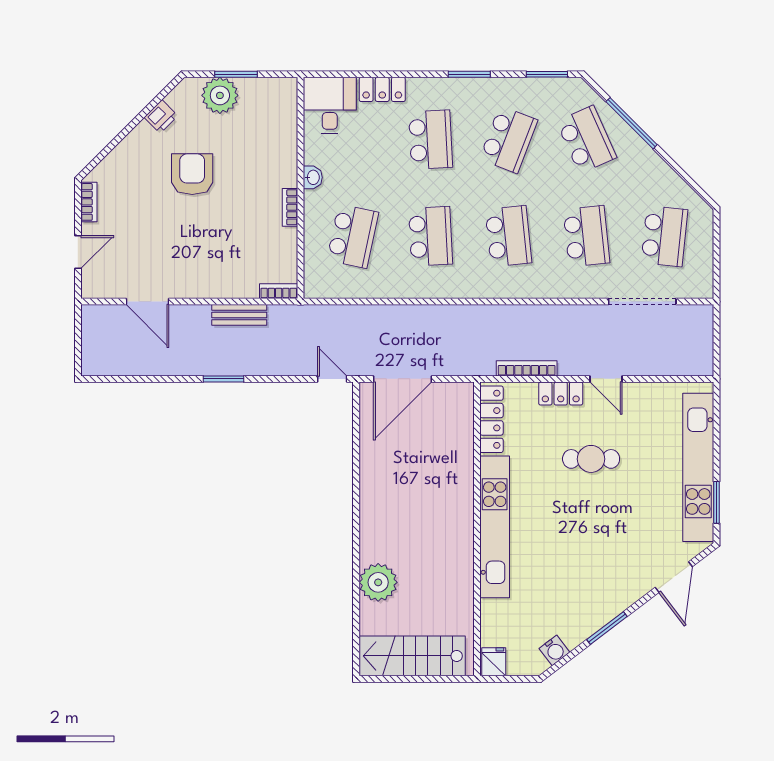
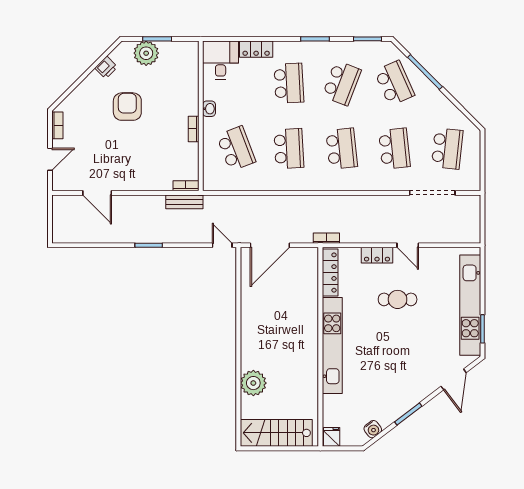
school desk: (353, 236) -> (236, 149), turned -33
bench: (239, 315) -> (184, 202), moved
bookcase: (527, 368) -> (326, 238), moved, width x0.64

